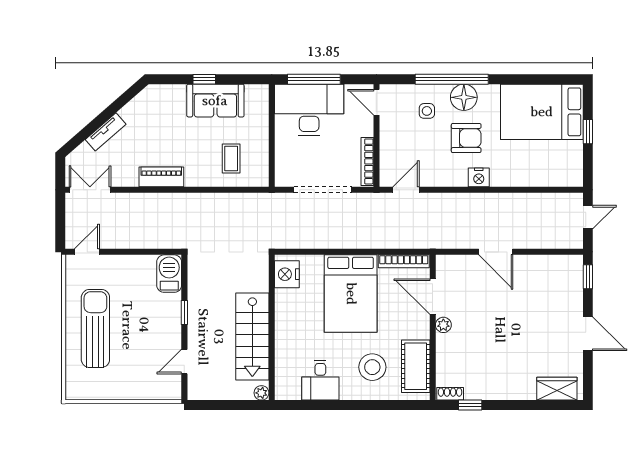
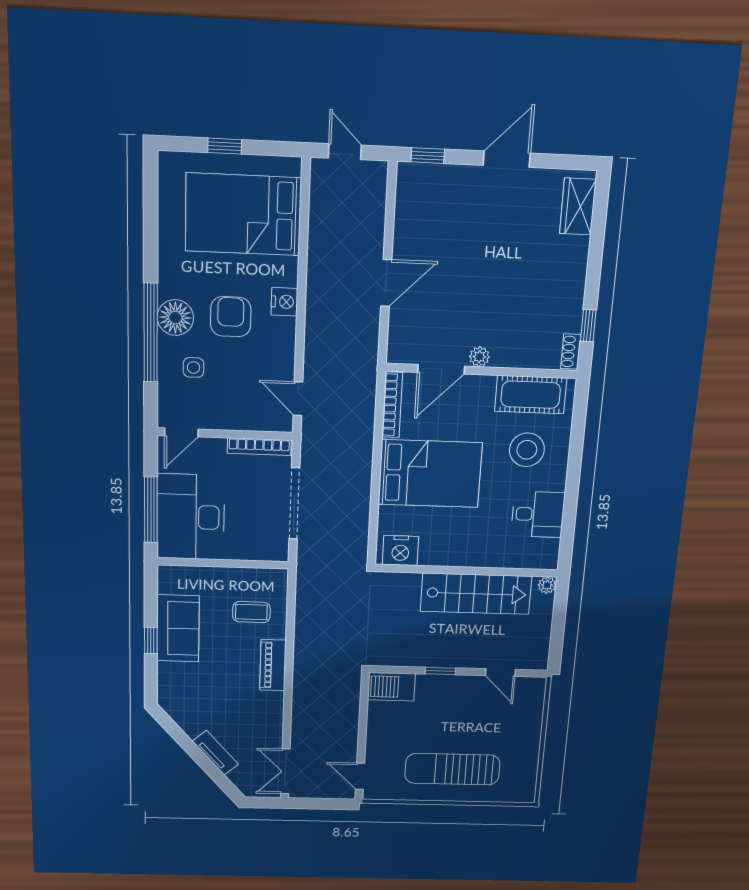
bed: (542, 112) -> (243, 214), moved, turned 90
piano: (161, 177) -> (273, 665), moved

